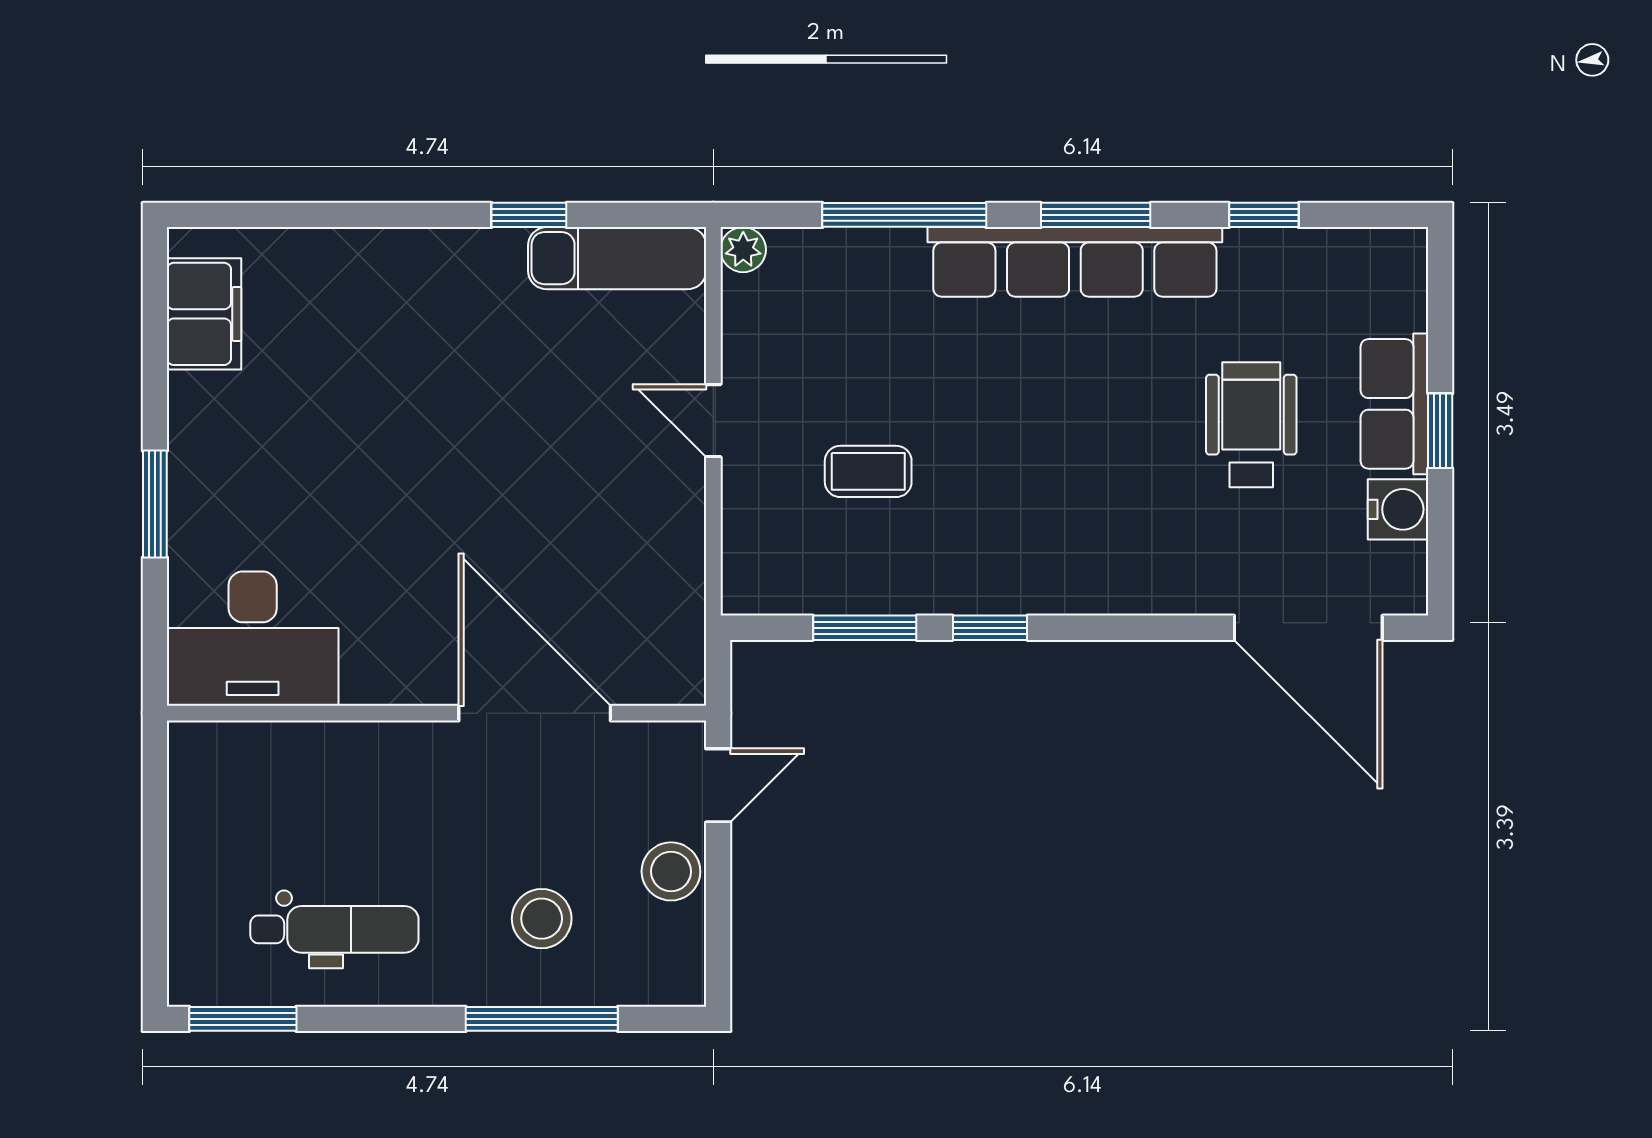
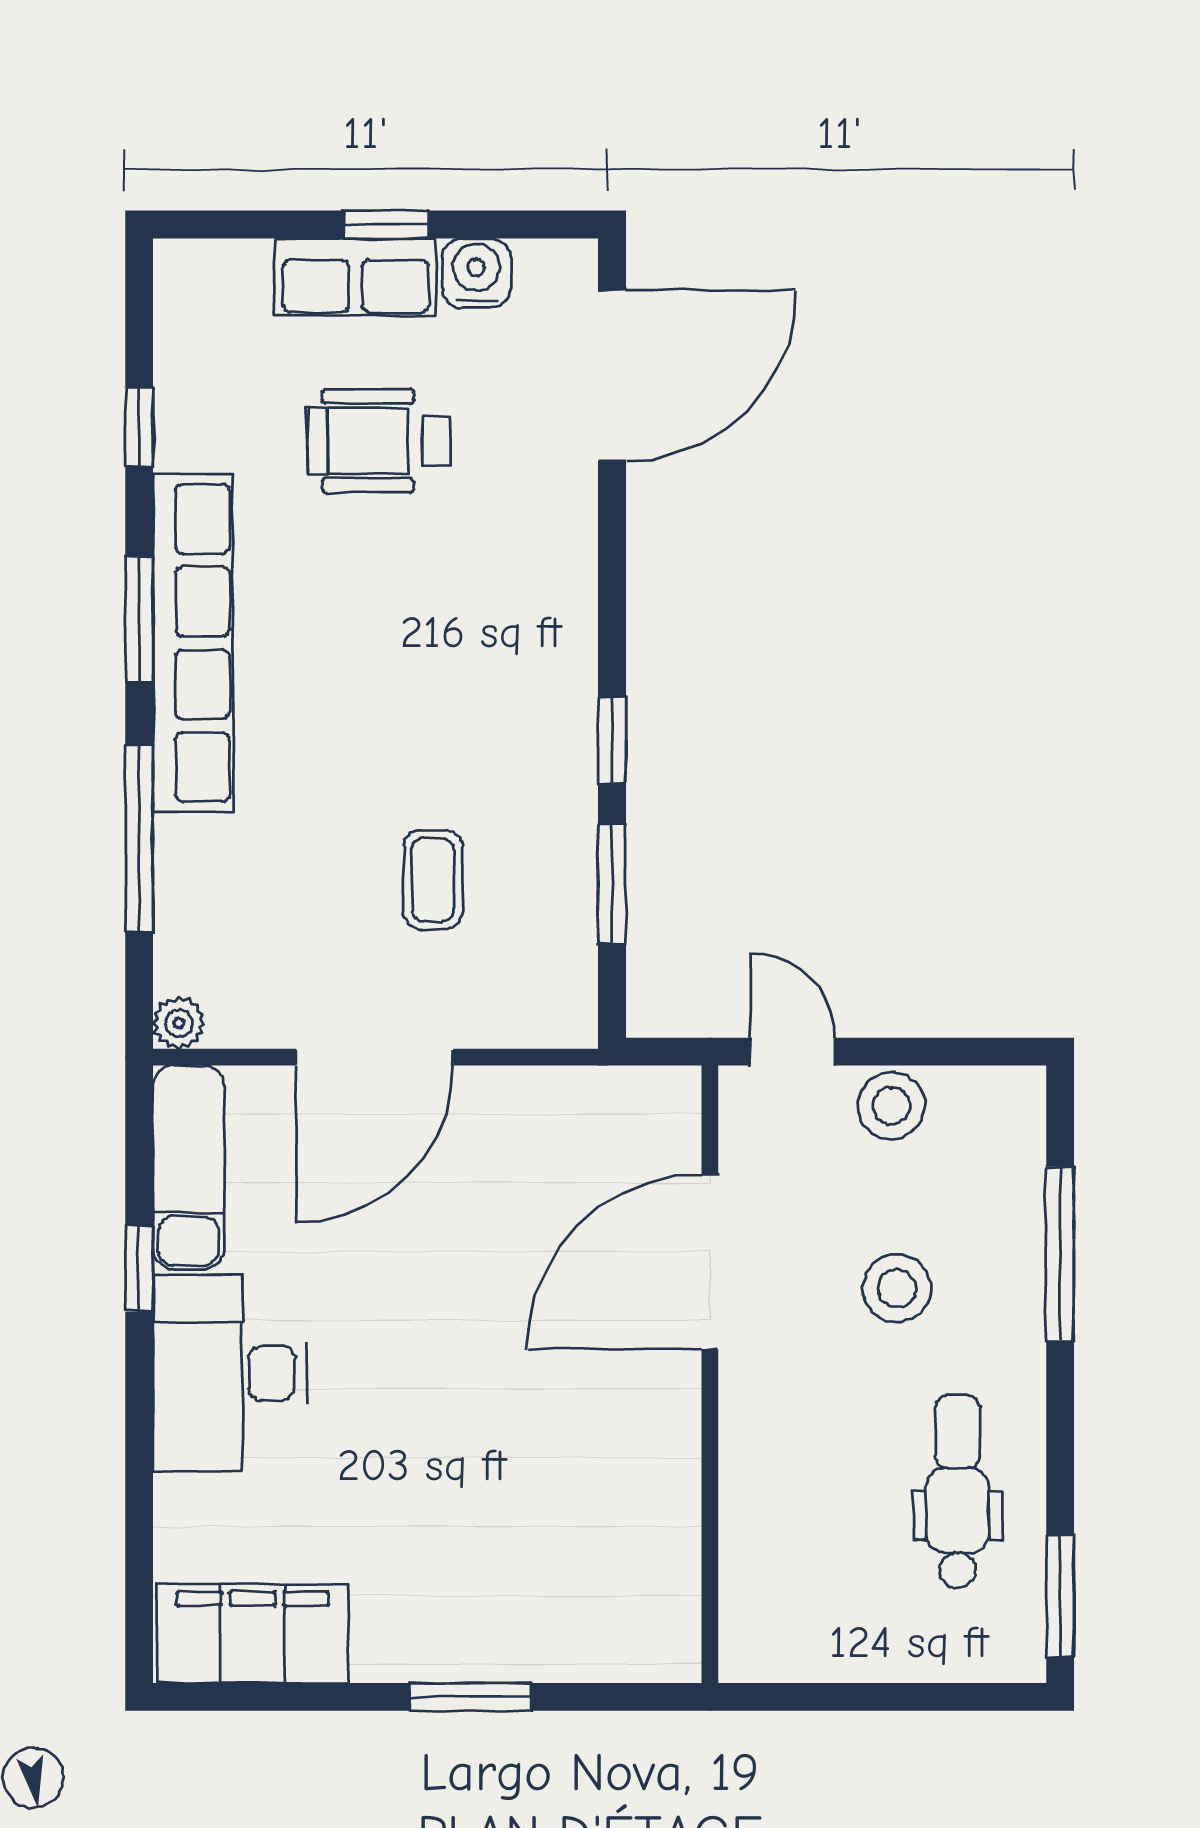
filing cabinet: (204, 314) -> (252, 1633), width x1.50, depth x1.17
door: (713, 421) -> (375, 1057), width x1.87
desk: (253, 639) -> (230, 1373), moved, turned 180
stool: (542, 919) -> (897, 1288), moved

